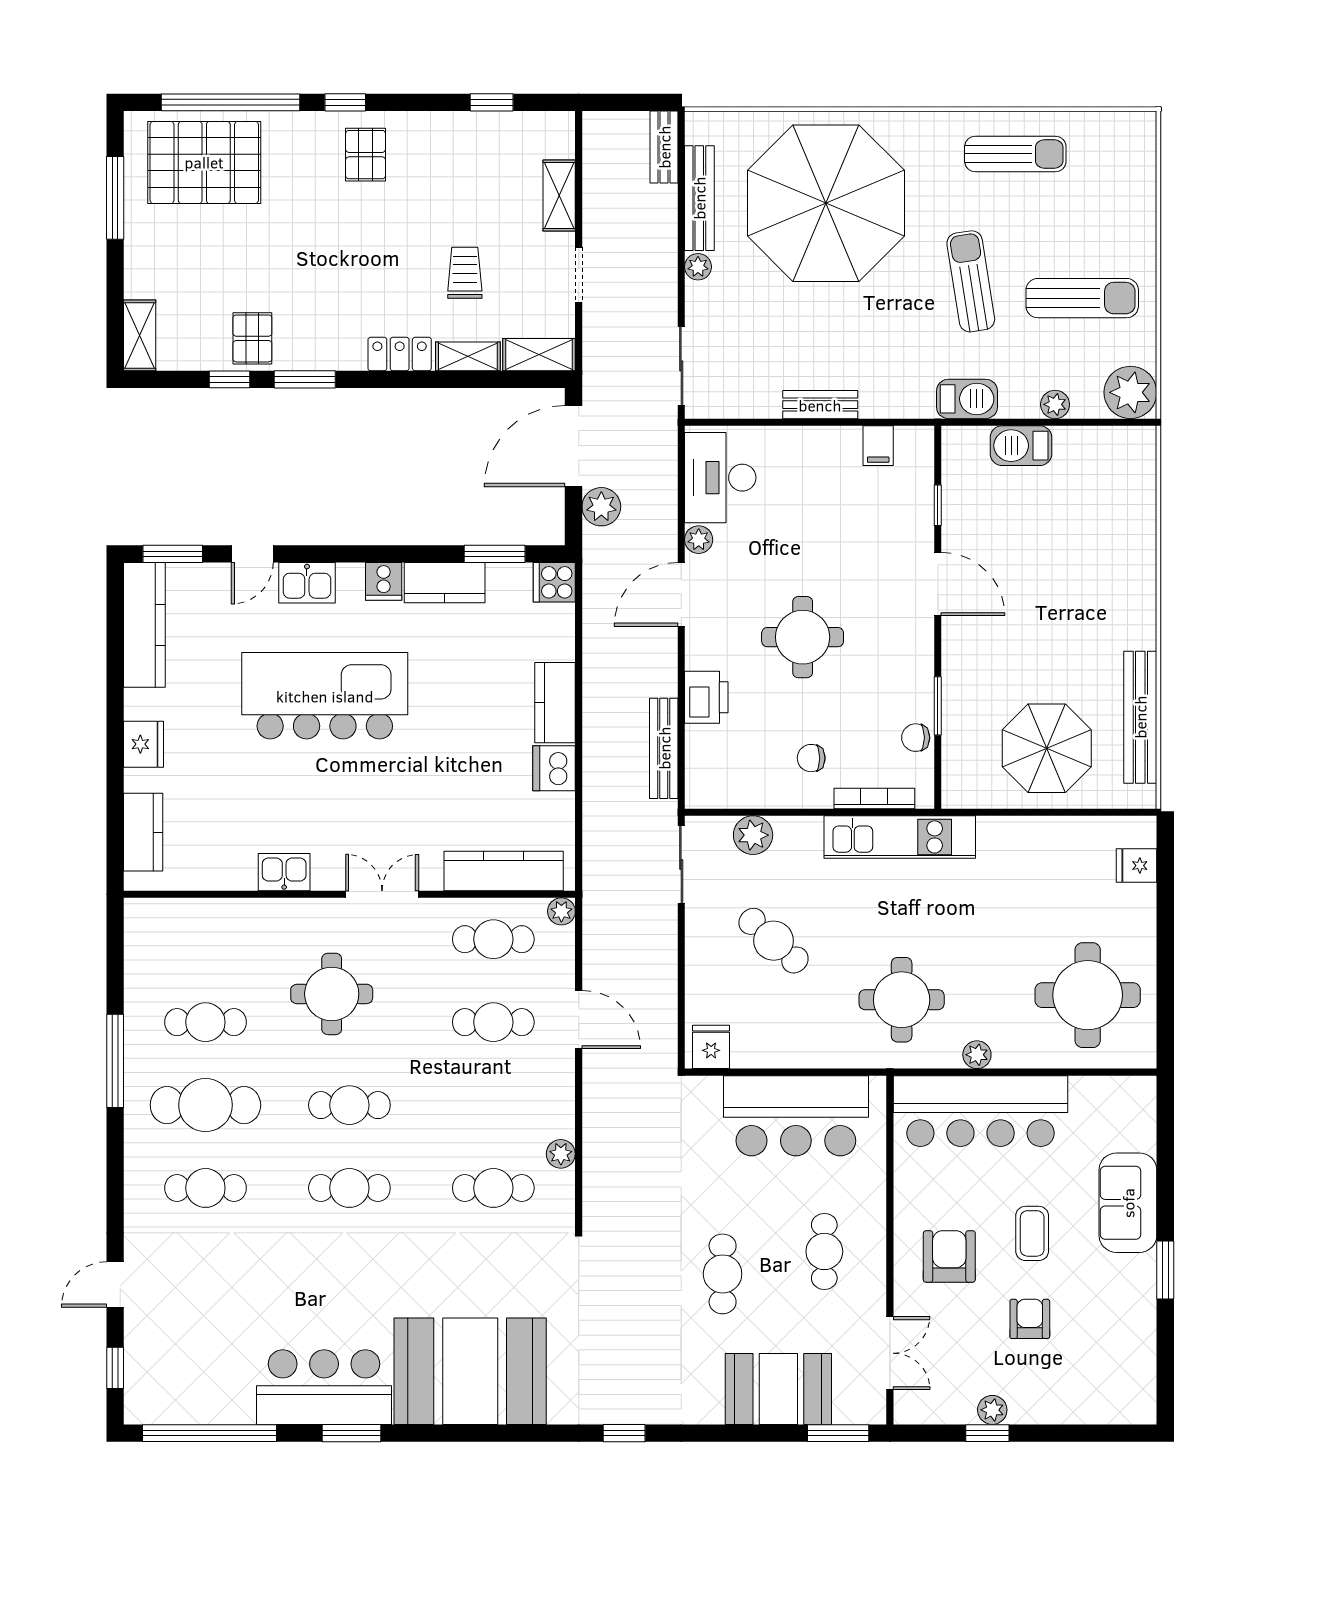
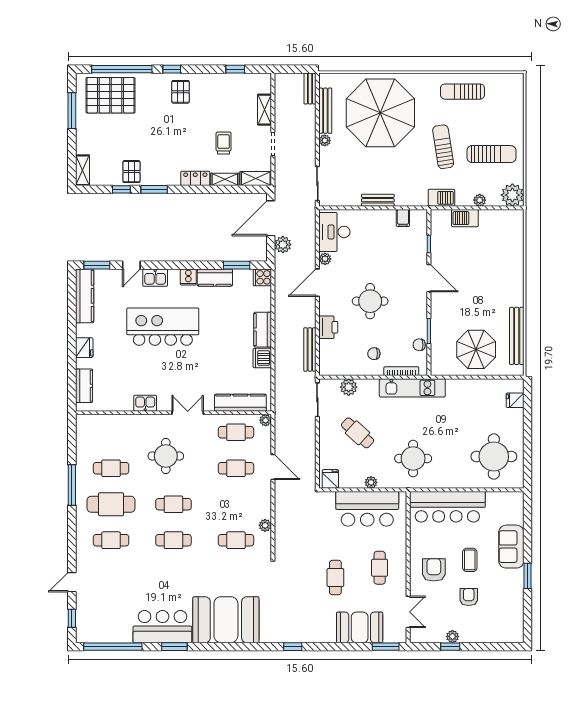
sun lounger: (1015, 154) -> (462, 92), turned 180
plant: (977, 1055) -> (371, 482), moved

